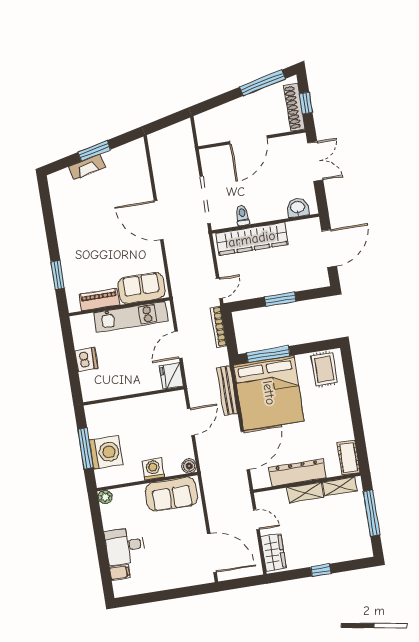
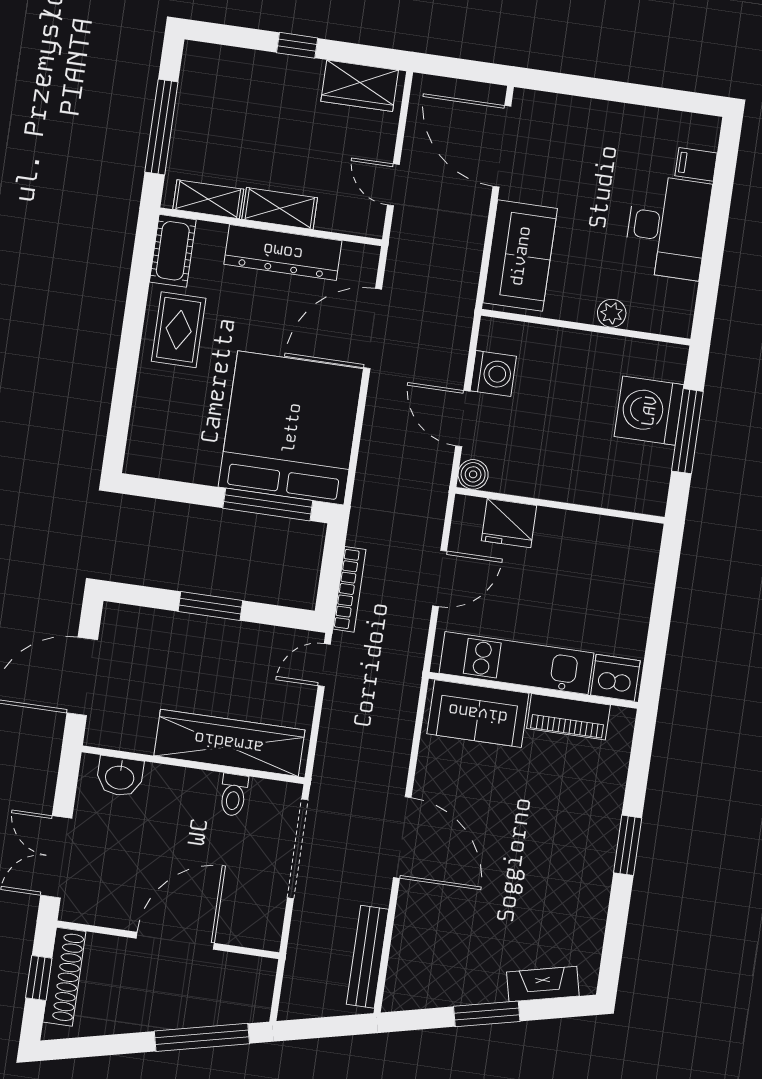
window: (262, 83) -> (202, 1037), moved
fireplace: (87, 167) -> (543, 984), moved
window: (58, 275) -> (628, 845), moved
dishwasher: (86, 359) -> (615, 678), moved, turned 90
rug: (324, 369) -> (179, 330), moved
fridge: (171, 376) -> (509, 523), moved, turned 90
bench: (227, 390) -> (367, 957), moved
door: (191, 422) -> (463, 419), hinge flipped
boiler: (189, 466) -> (473, 474), moved
washing machine: (153, 469) -> (493, 374), moved, turned -90
sofa: (171, 494) -> (520, 256), moved, turned 90
plant: (105, 497) -> (612, 313), moved
desk: (125, 546) -> (667, 227), width x1.37
wardrobe: (273, 552) -> (360, 86), moved, turned -90

